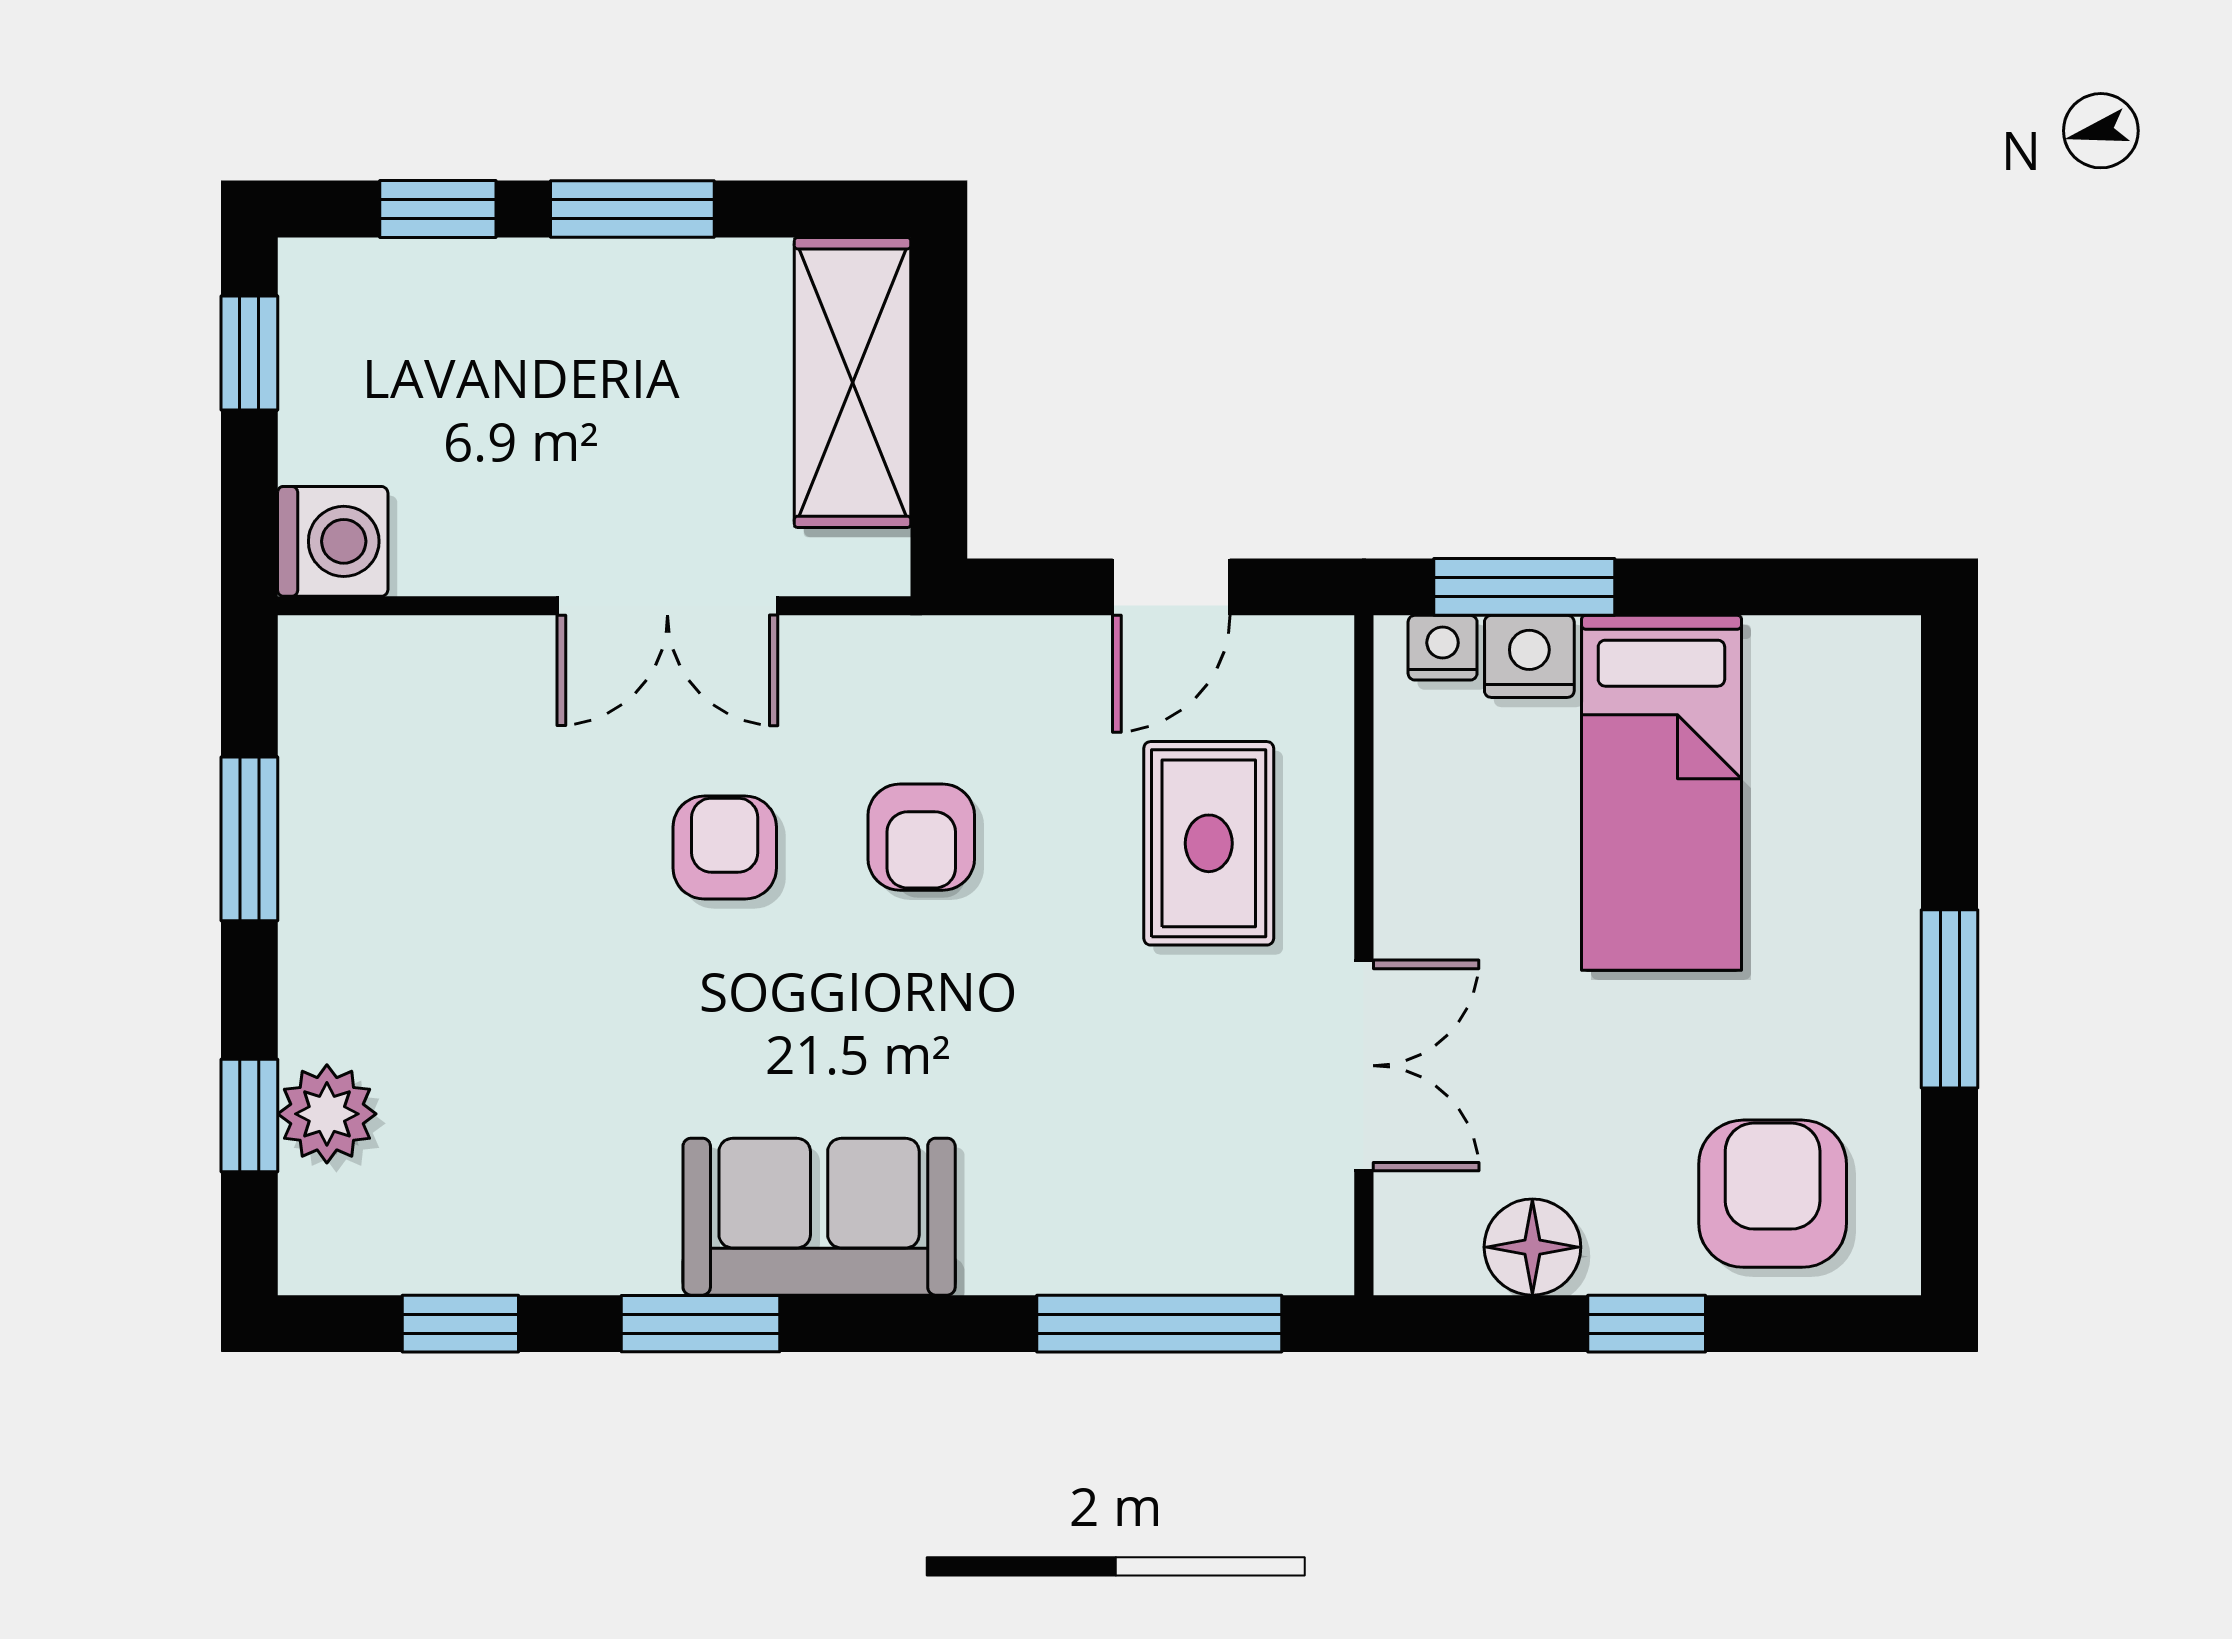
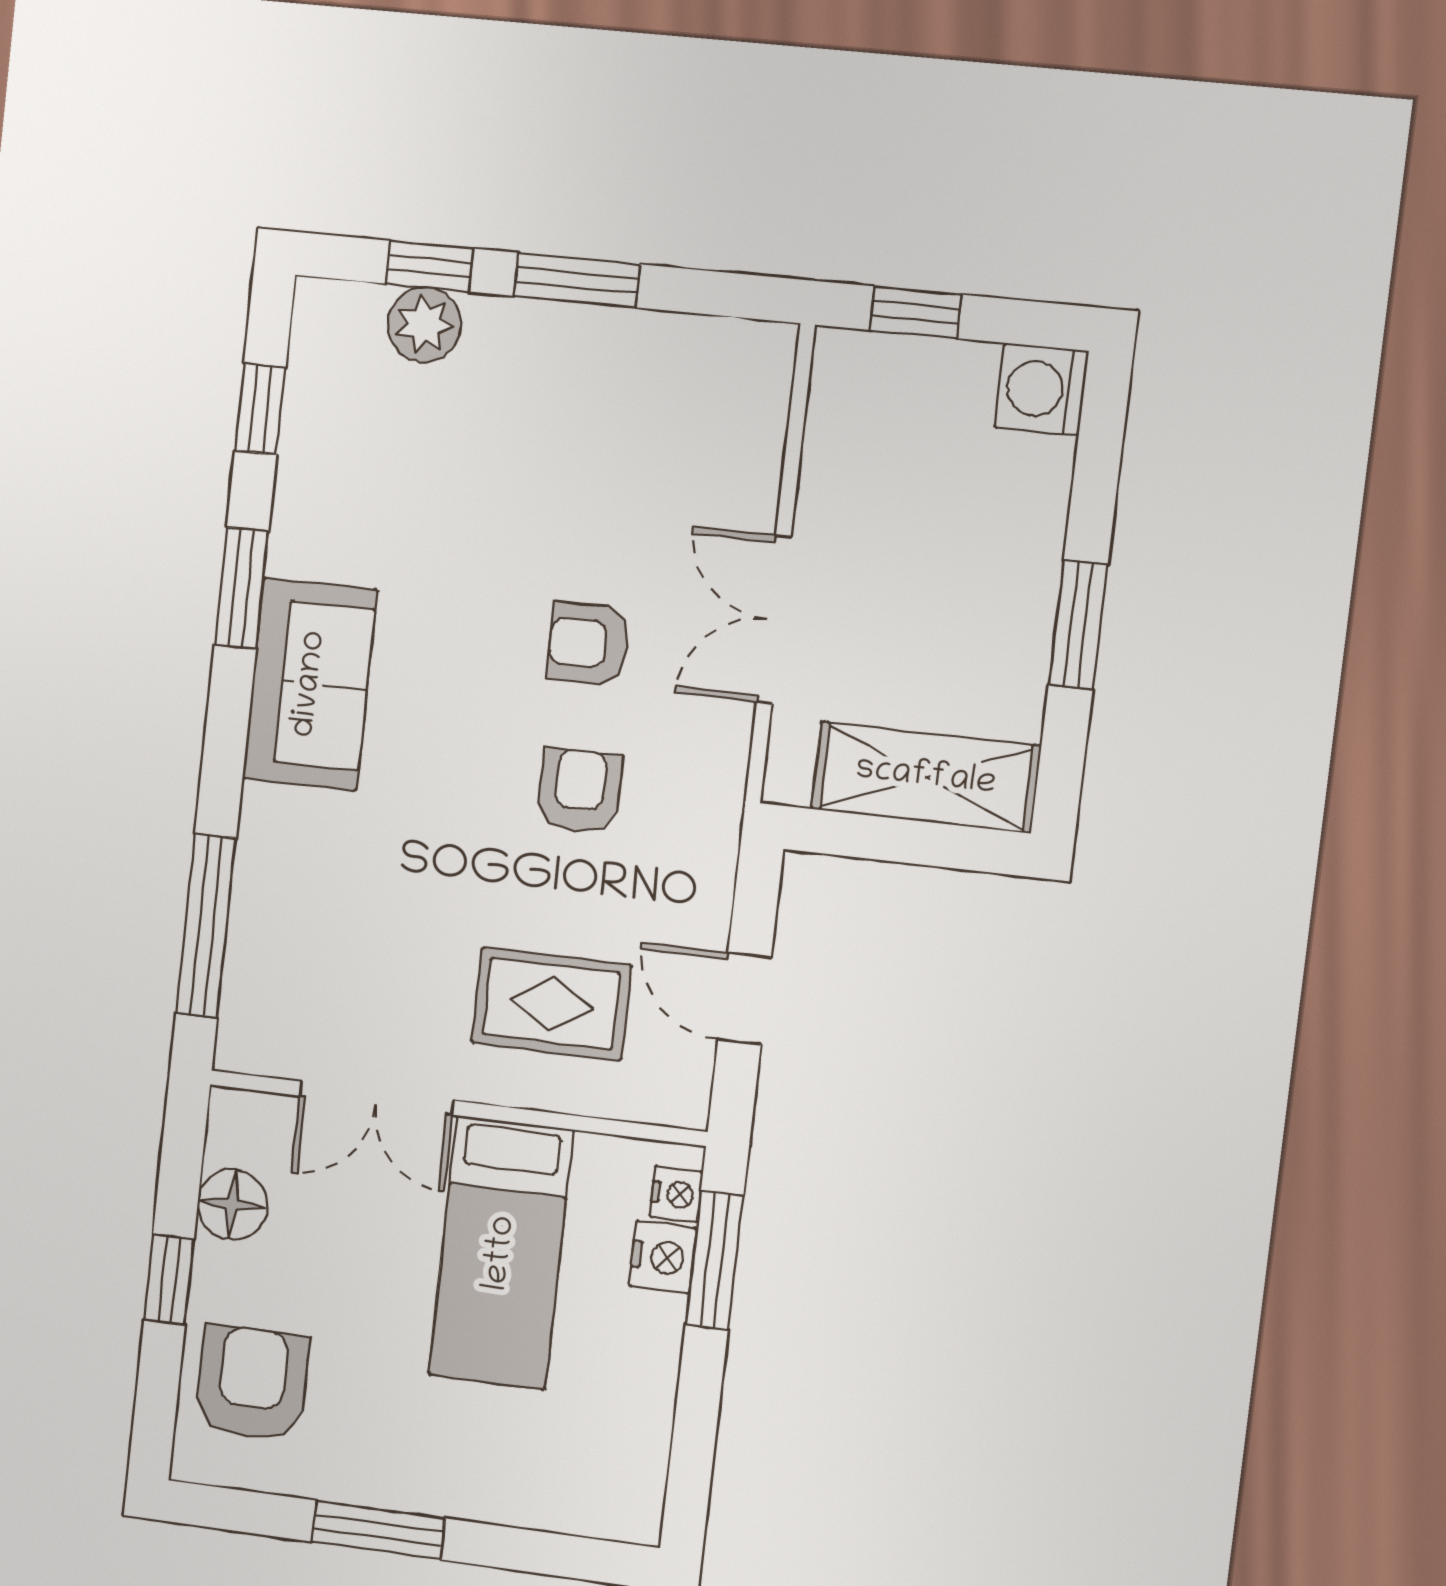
window: (438, 209) -> (1096, 476), removed
window: (249, 353) -> (915, 312), moved
washing machine: (333, 541) -> (1042, 389), moved, turned 90
bed: (1661, 793) -> (501, 1253), moved, turned -90
armchair: (921, 837) -> (580, 791), turned 90
window: (249, 839) -> (577, 280), moved
armchair: (725, 848) -> (588, 643), turned 180
armchair: (1773, 1194) -> (252, 1383), turned -90

